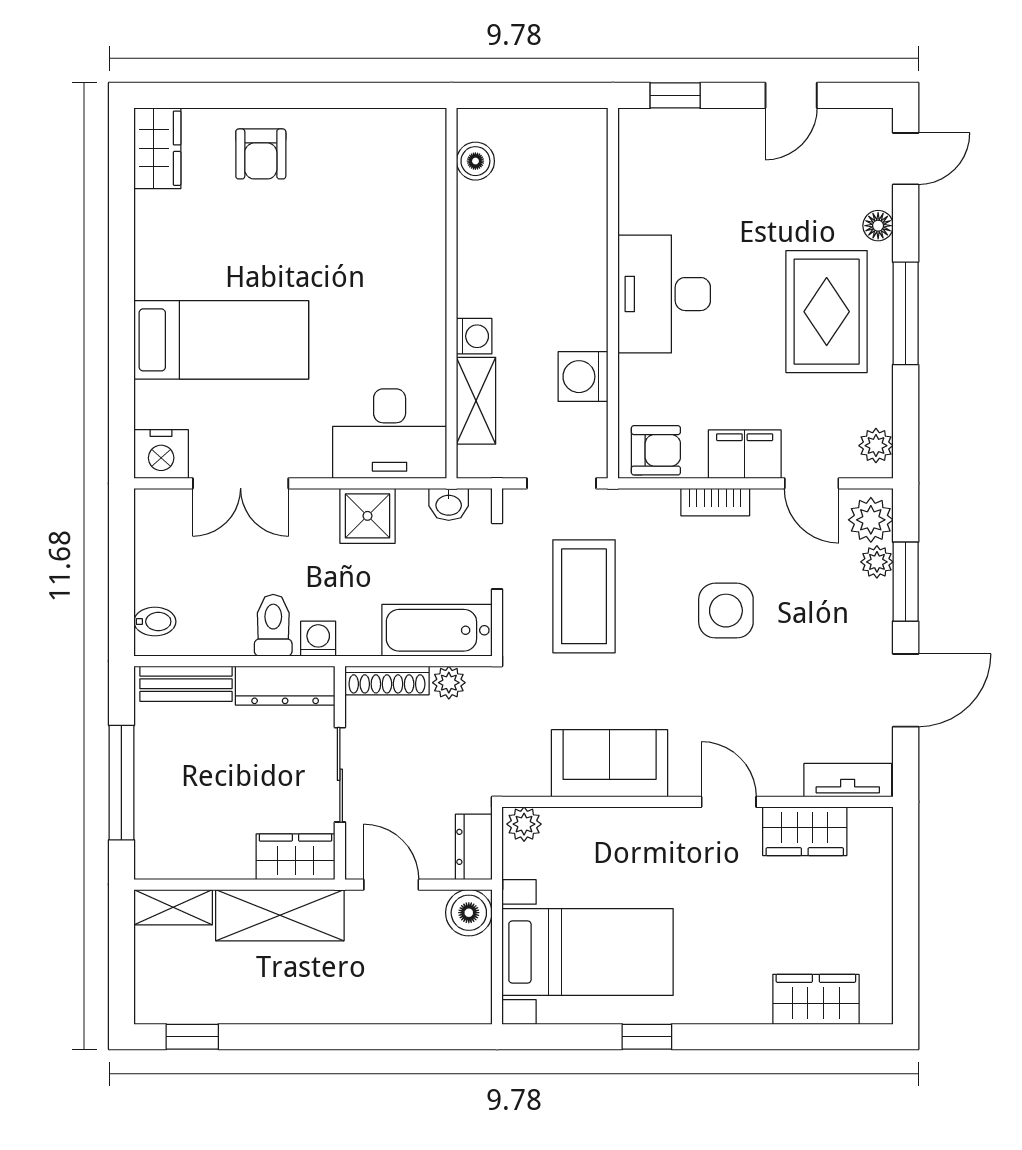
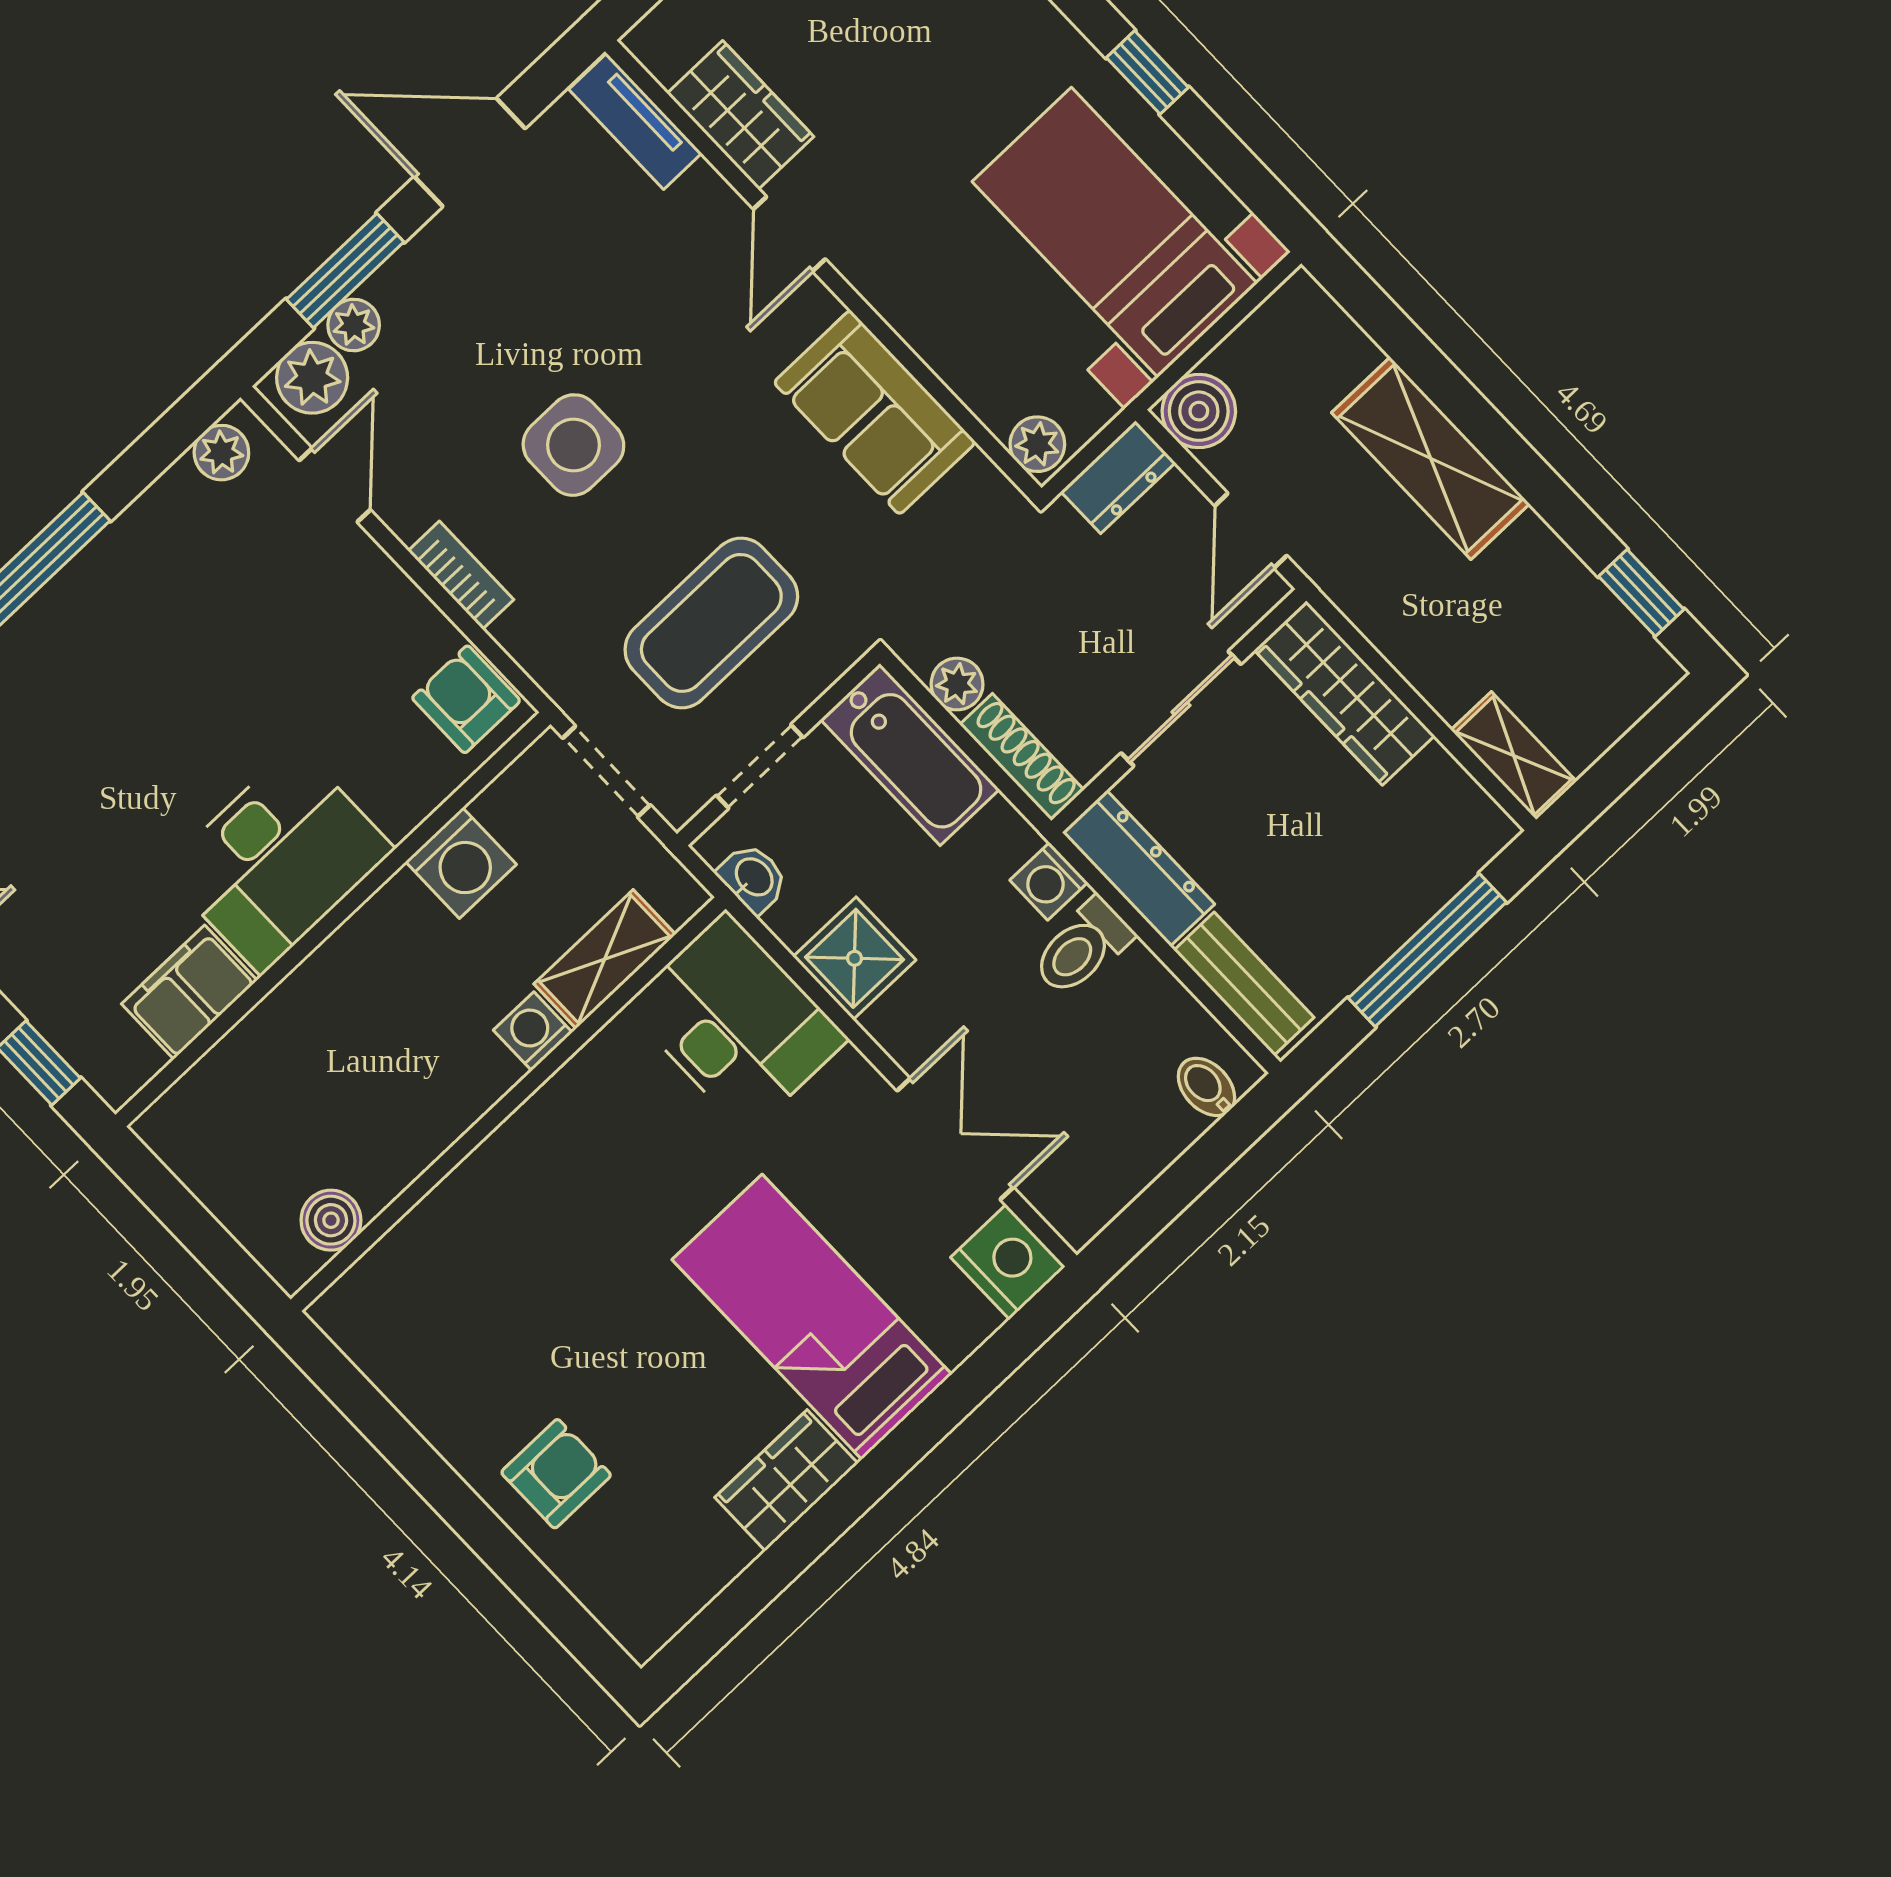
wardrobe: (157, 148) -> (786, 1480), moved
rug: (827, 312) -> (122, 655), removed
filing cabinet: (745, 454) -> (189, 992), moved, turned 90
wardrobe: (295, 857) -> (1344, 693), width x1.50
shelving: (280, 915) -> (1431, 458), moved

